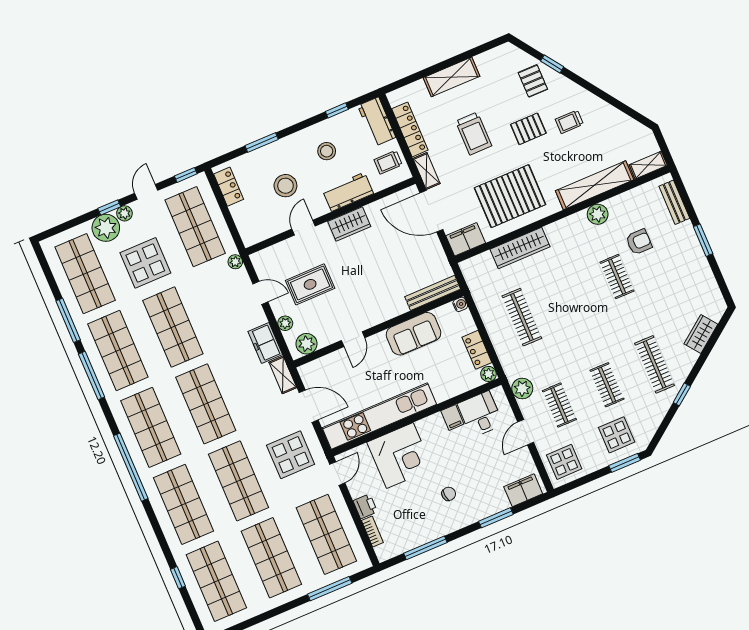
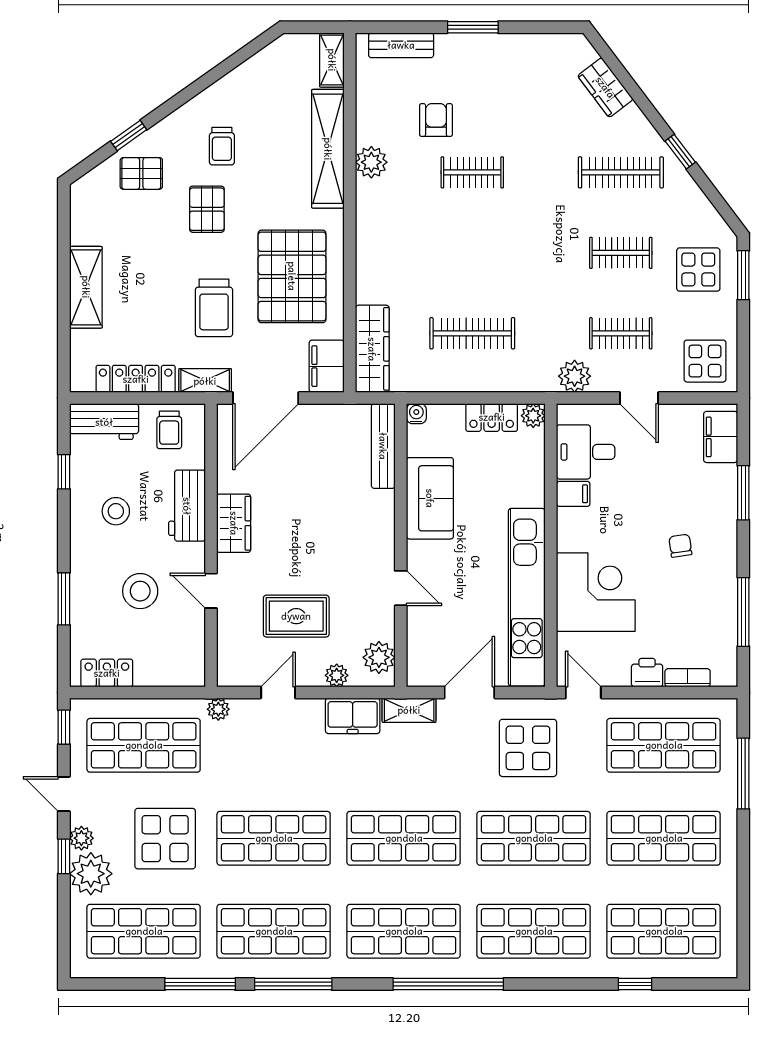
trolley: (474, 134) -> (214, 308), moved, turned 90
wardrobe: (520, 248) -> (372, 349), moved
rug: (310, 284) -> (296, 616), turned 90

